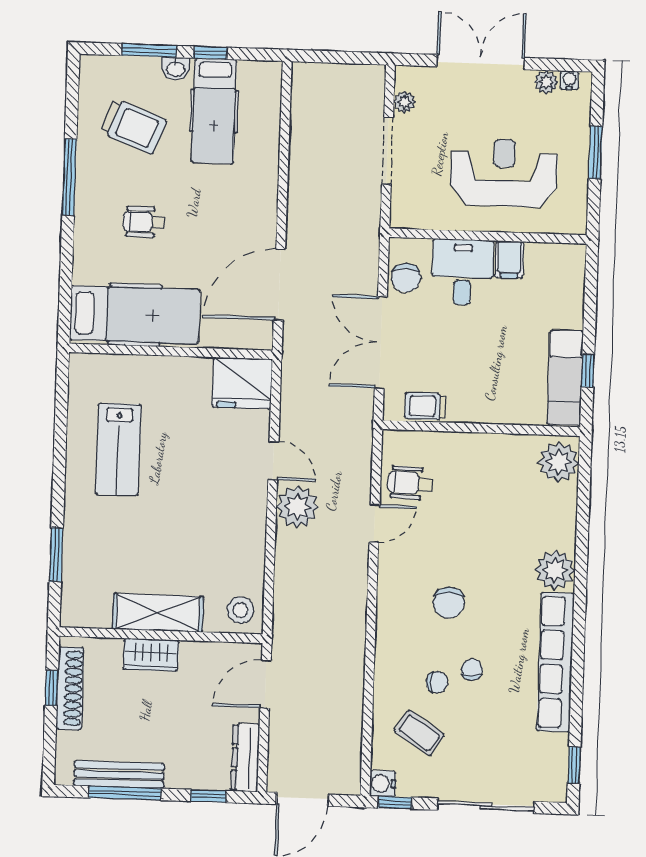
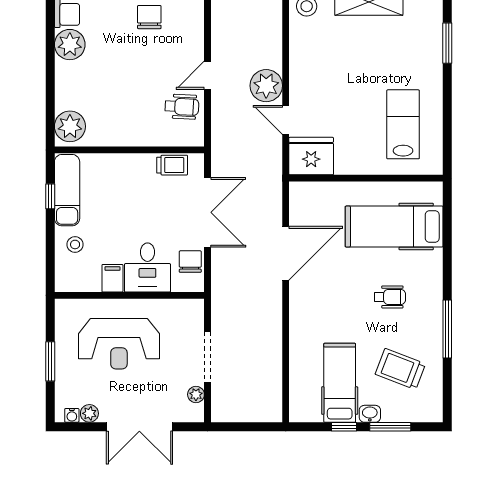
stool: (557, 306) -> (75, 244), added
wall: (171, 351) -> (366, 178), moved
fridge: (242, 383) -> (311, 156), moved

